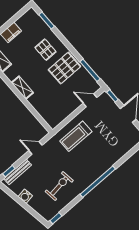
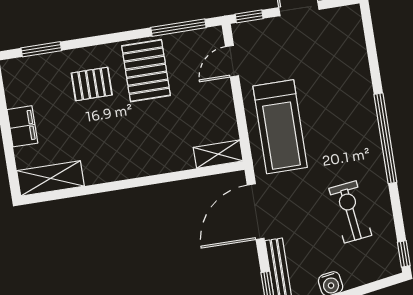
shelving: (22, 88) -> (218, 154), moved
treadmill: (76, 136) -> (280, 127), width x1.37, depth x1.38
door: (35, 148) -> (256, 212), width x1.87

